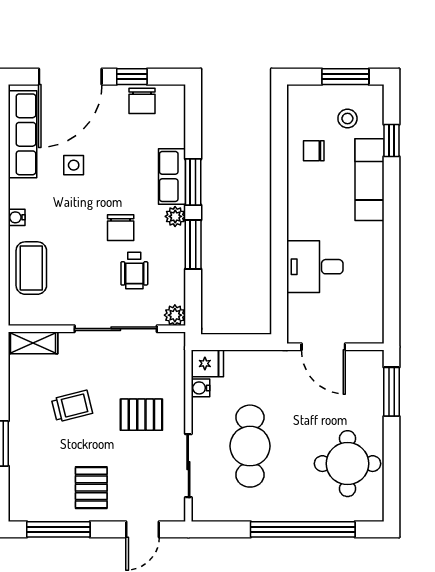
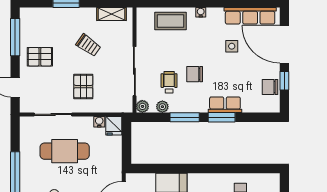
plant: (175, 216) -> (162, 107), moved
wheelchair: (134, 270) -> (169, 82), turned 90
shelving: (33, 343) -> (111, 14), moved, turned 90
trolley: (72, 406) -> (88, 45), turned -41

